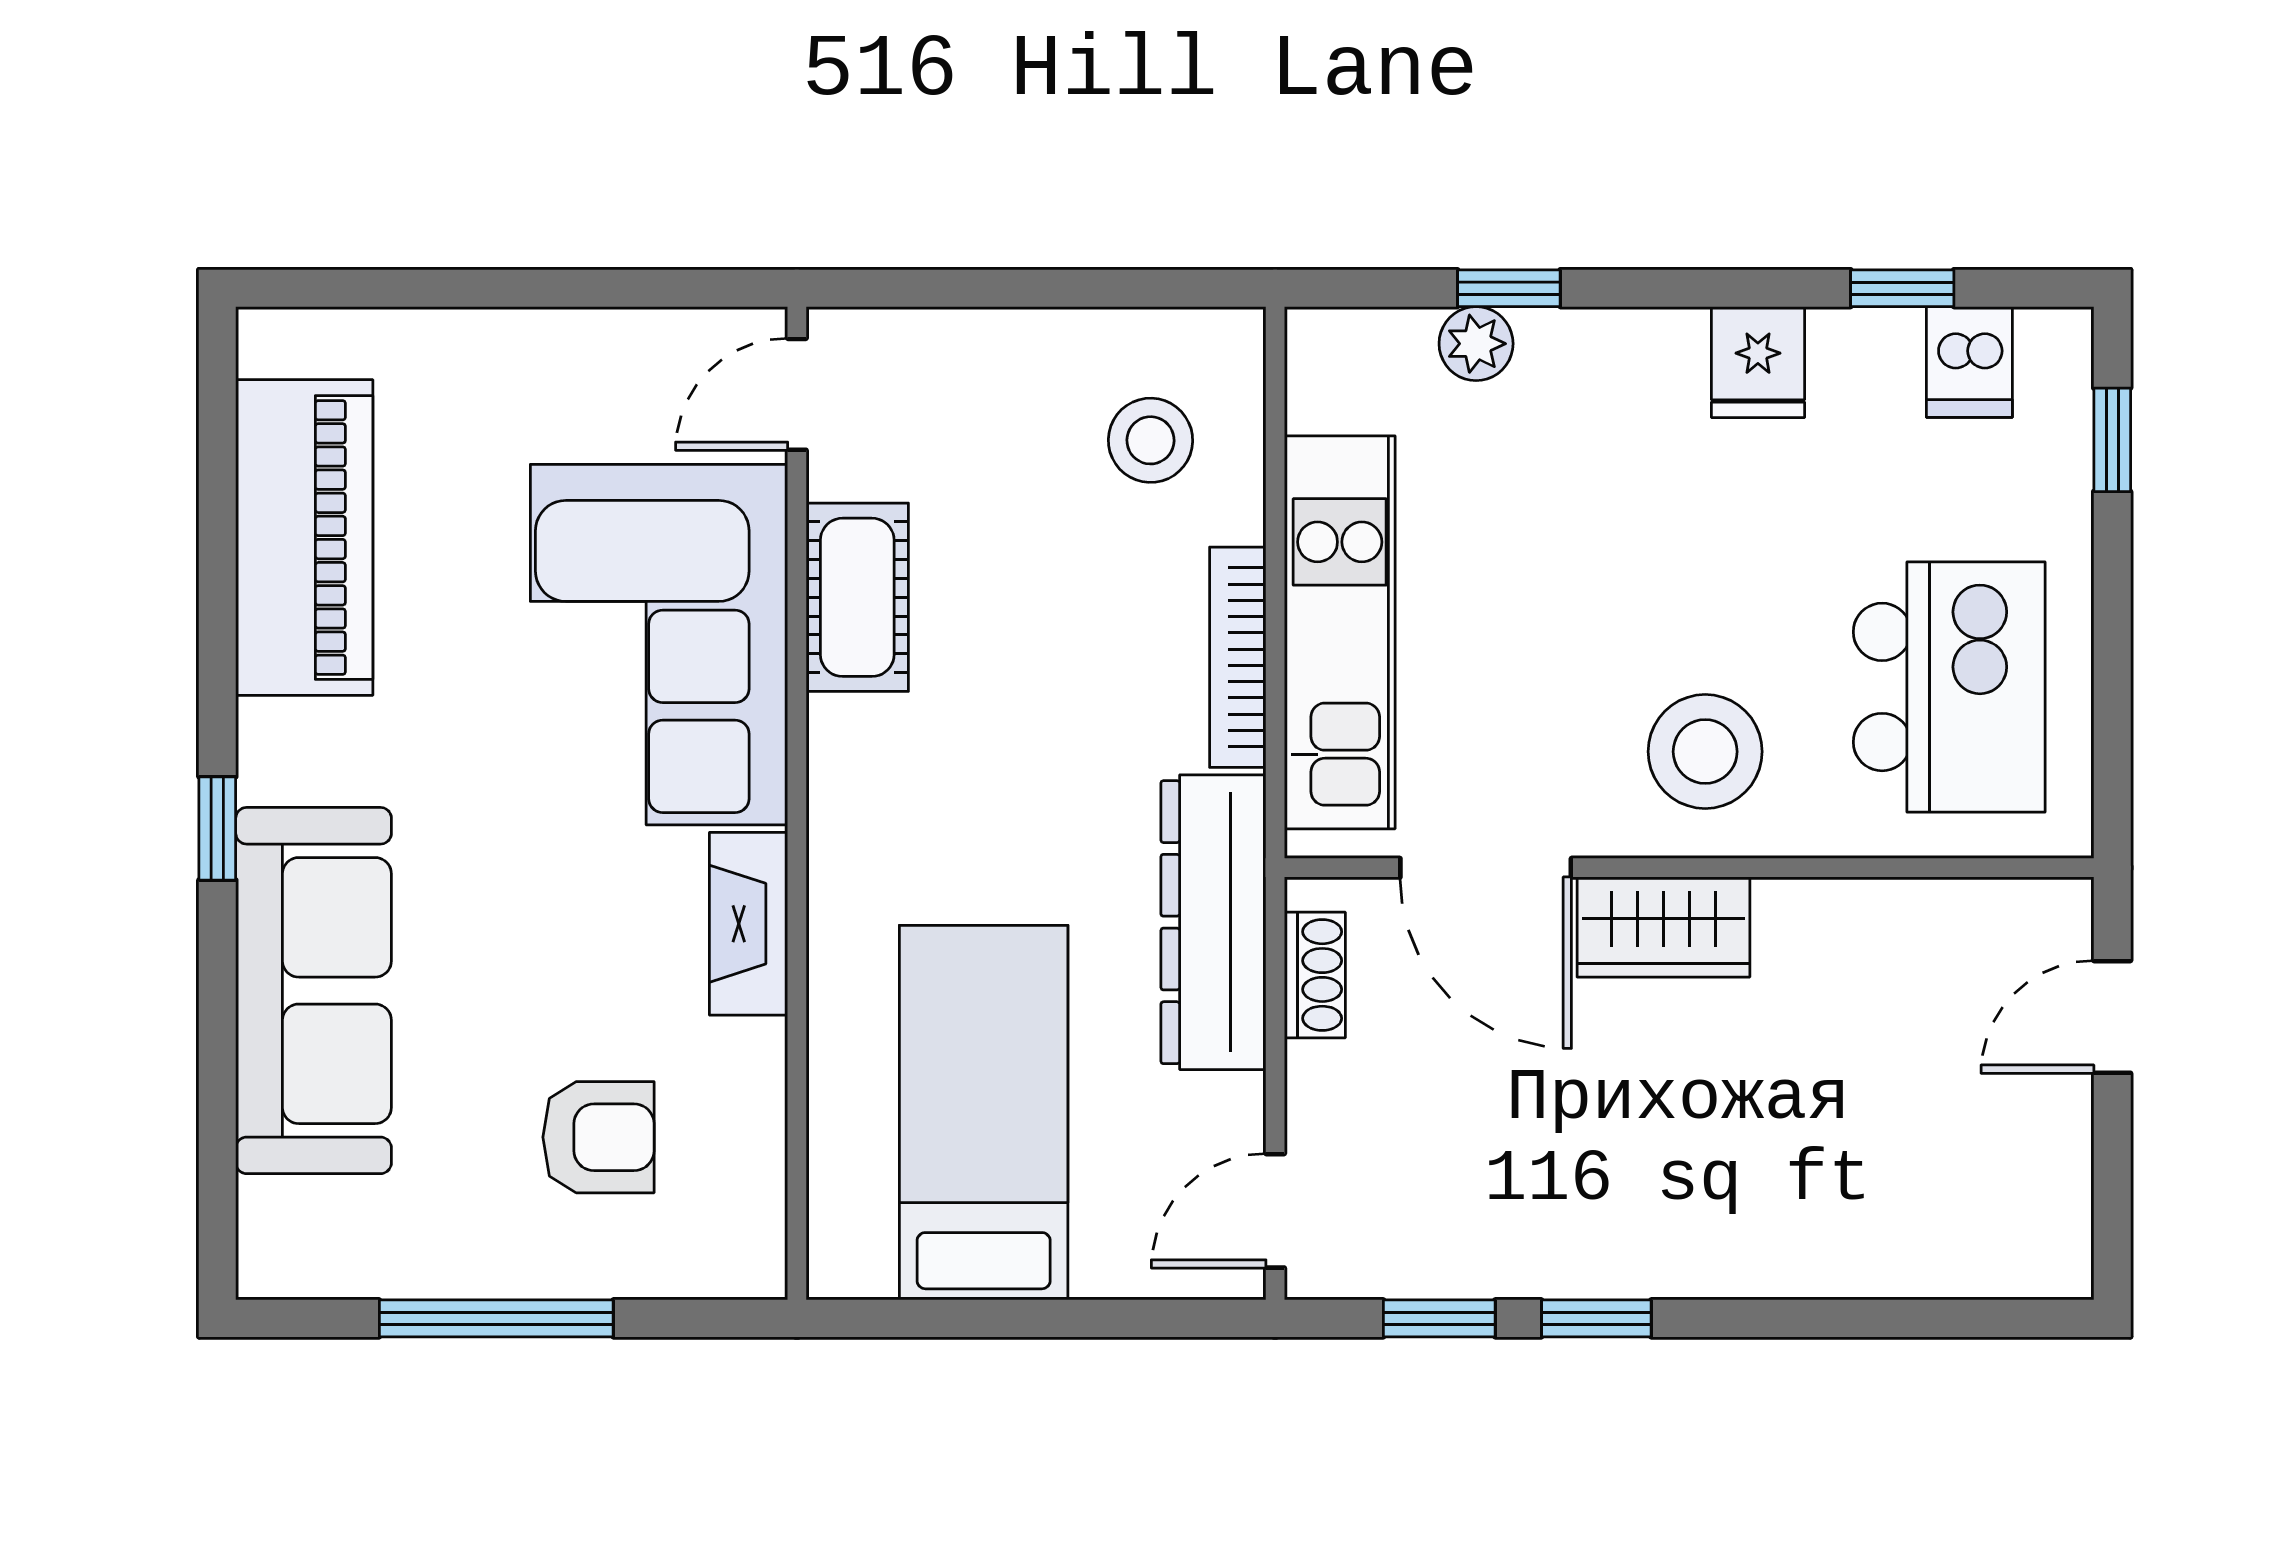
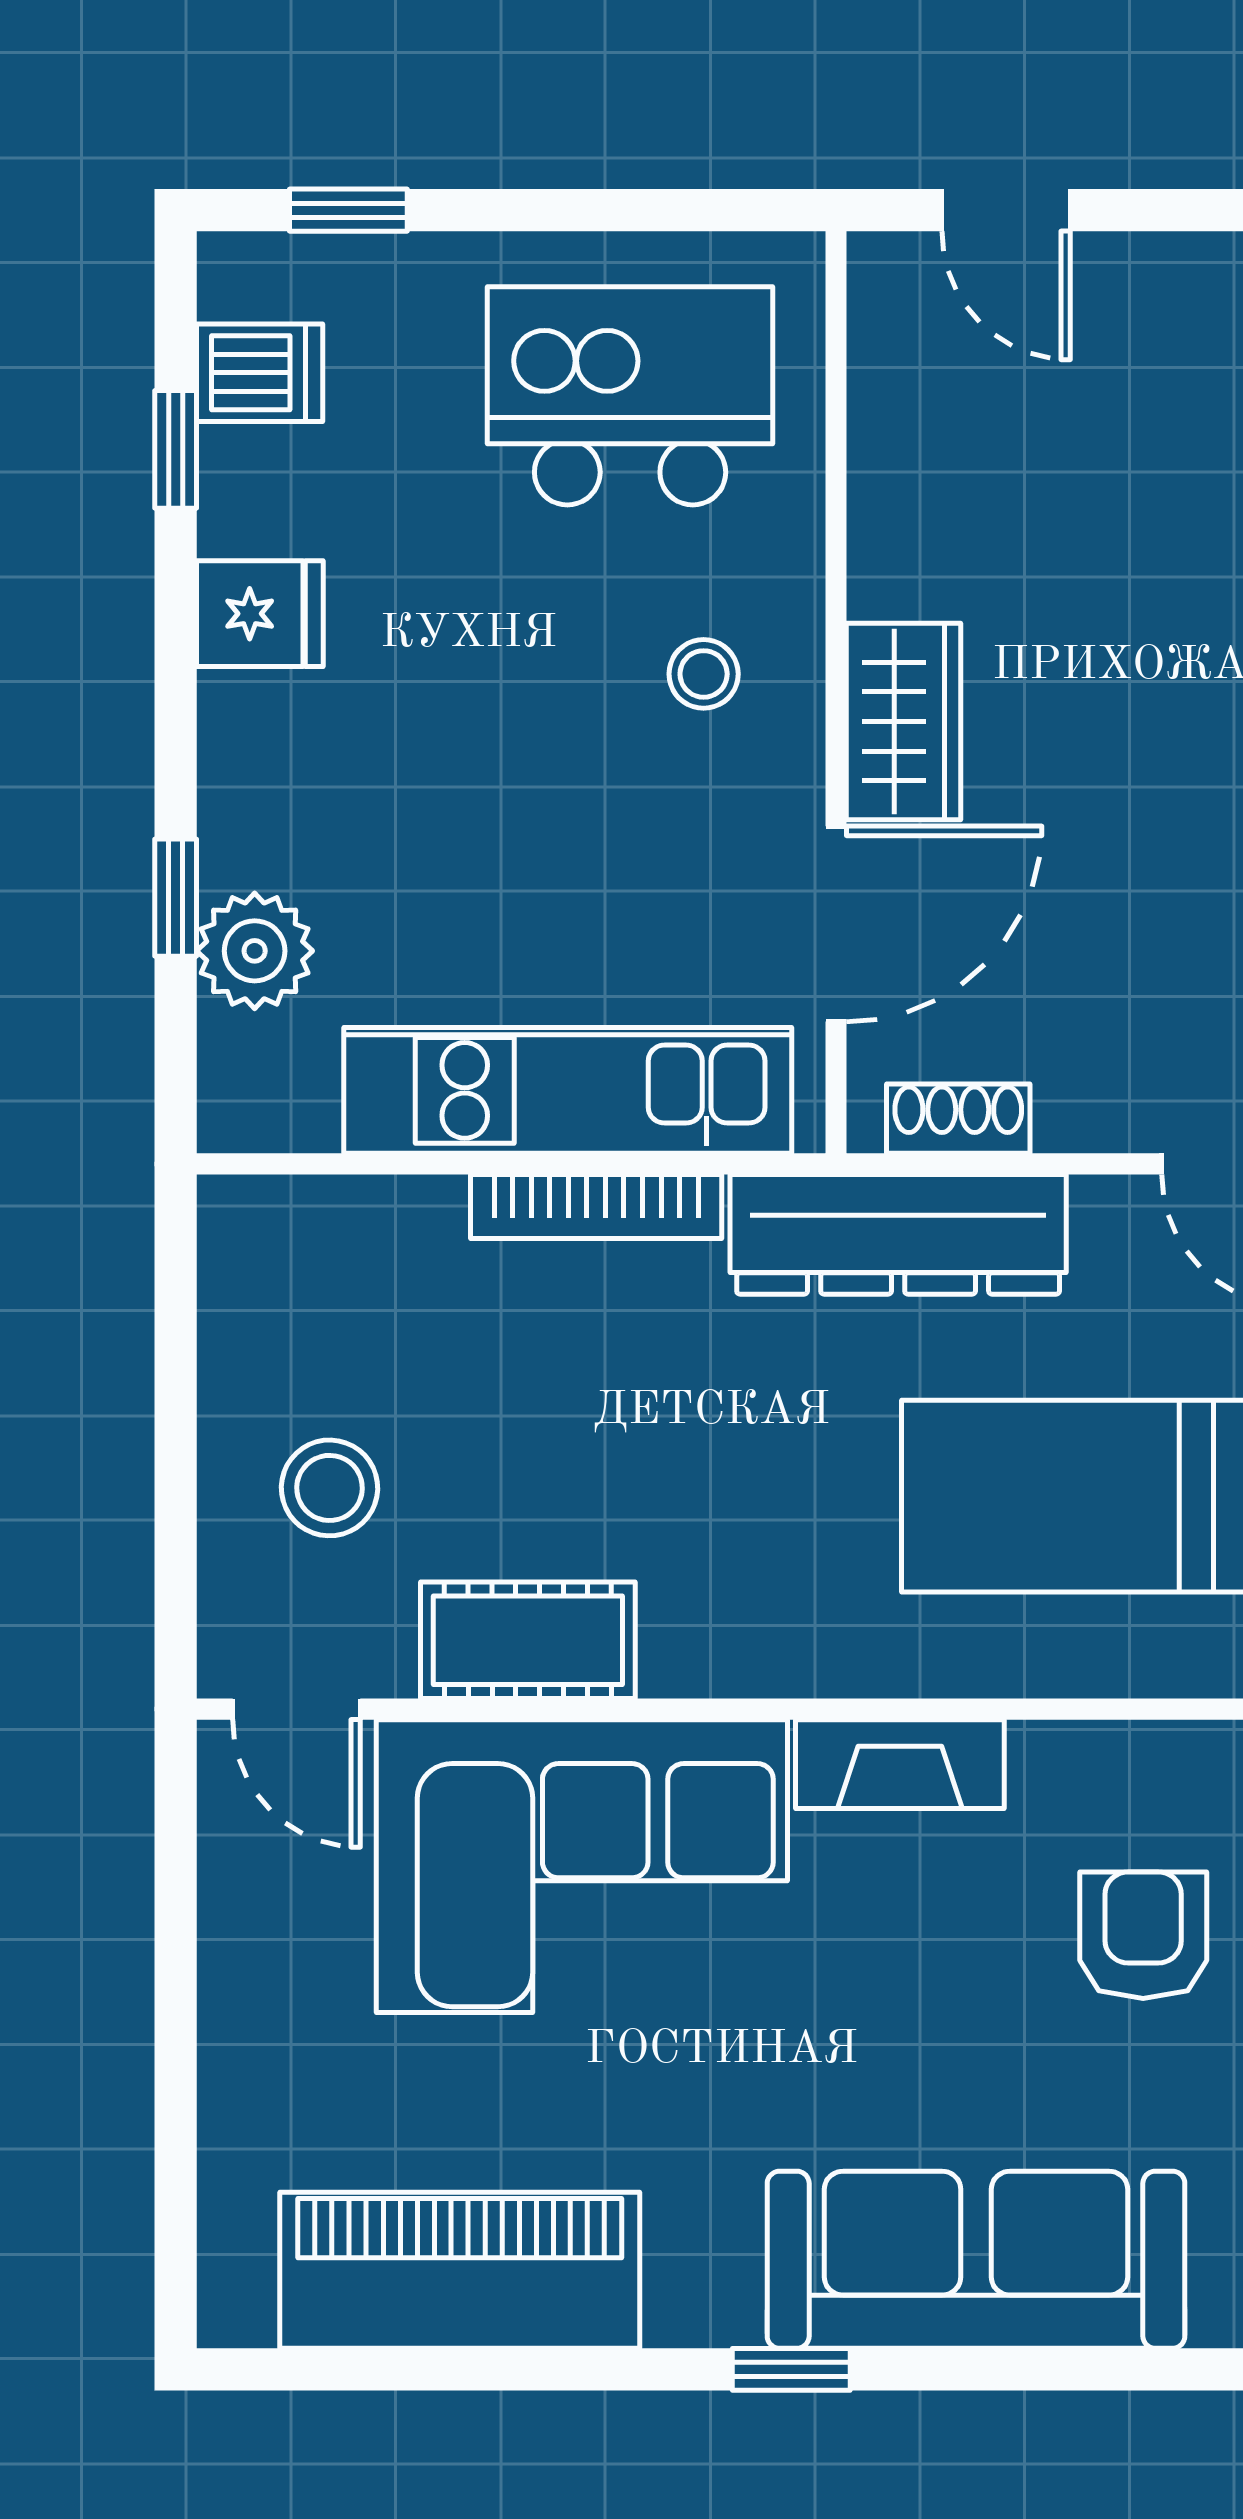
plant: (1476, 344) -> (255, 951), width x1.38, depth x1.38
stool: (1150, 440) -> (330, 1488), moved
stool: (1705, 752) -> (704, 674), width x0.53, depth x0.53

